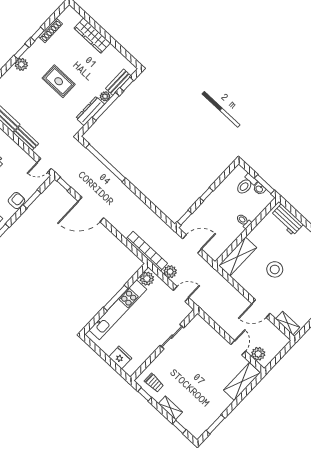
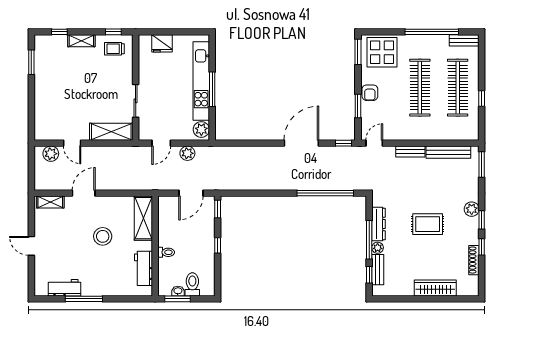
workbench: (287, 220) -> (143, 268), moved, turned -90
bookcase: (147, 251) -> (223, 152), removed
shelving: (242, 381) -> (111, 132), moved, turned 90

